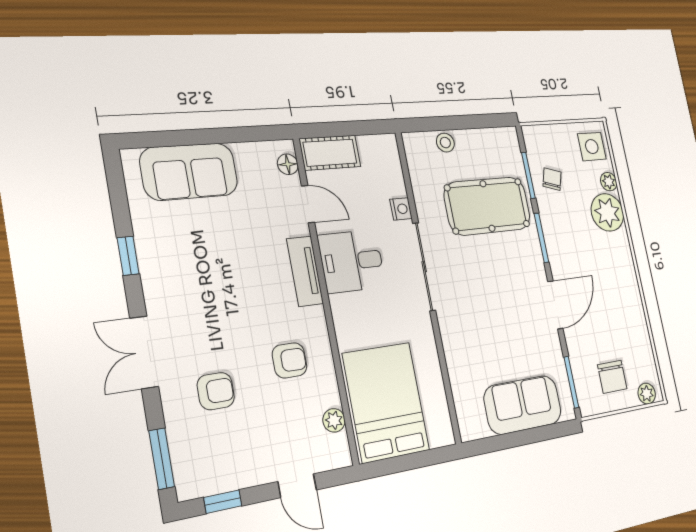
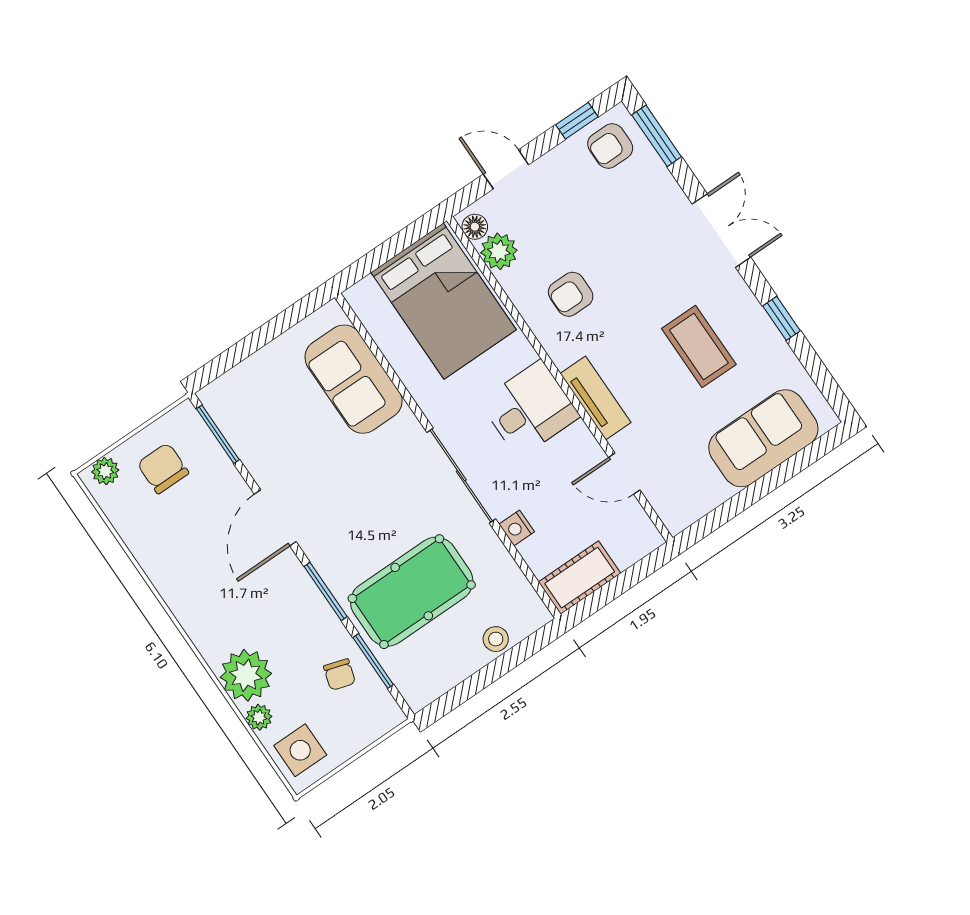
cot: (330, 153) -> (580, 578), moved
floor lamp: (288, 164) -> (475, 227), moved
desk: (352, 261) -> (530, 409), moved
coffee table: (207, 268) -> (699, 347), added
armchair: (216, 391) -> (610, 146), moved
sofa: (523, 405) -> (354, 379), moved, turned 90
plant: (334, 420) -> (499, 251), width x1.38, depth x1.38

